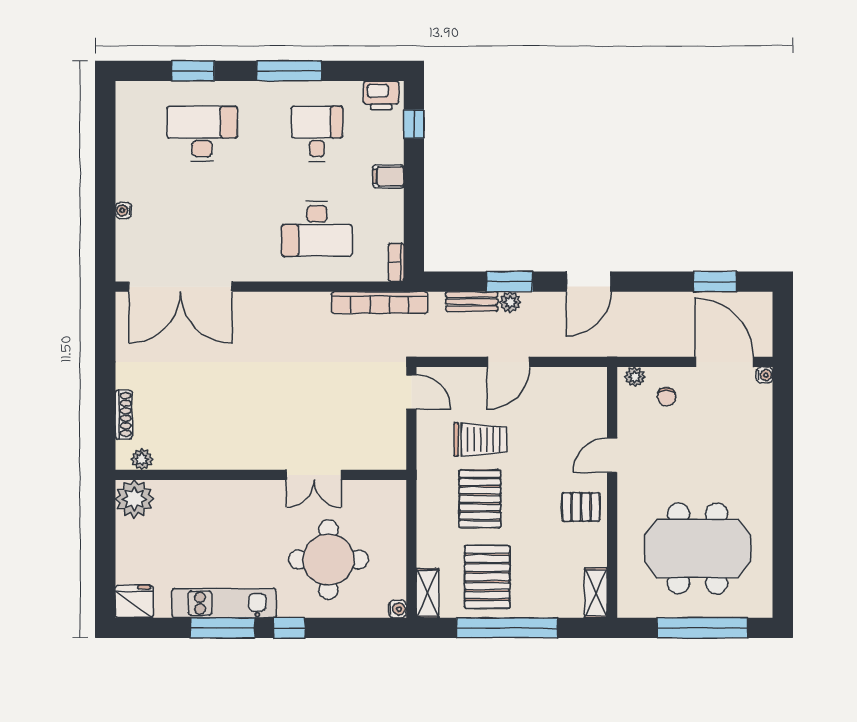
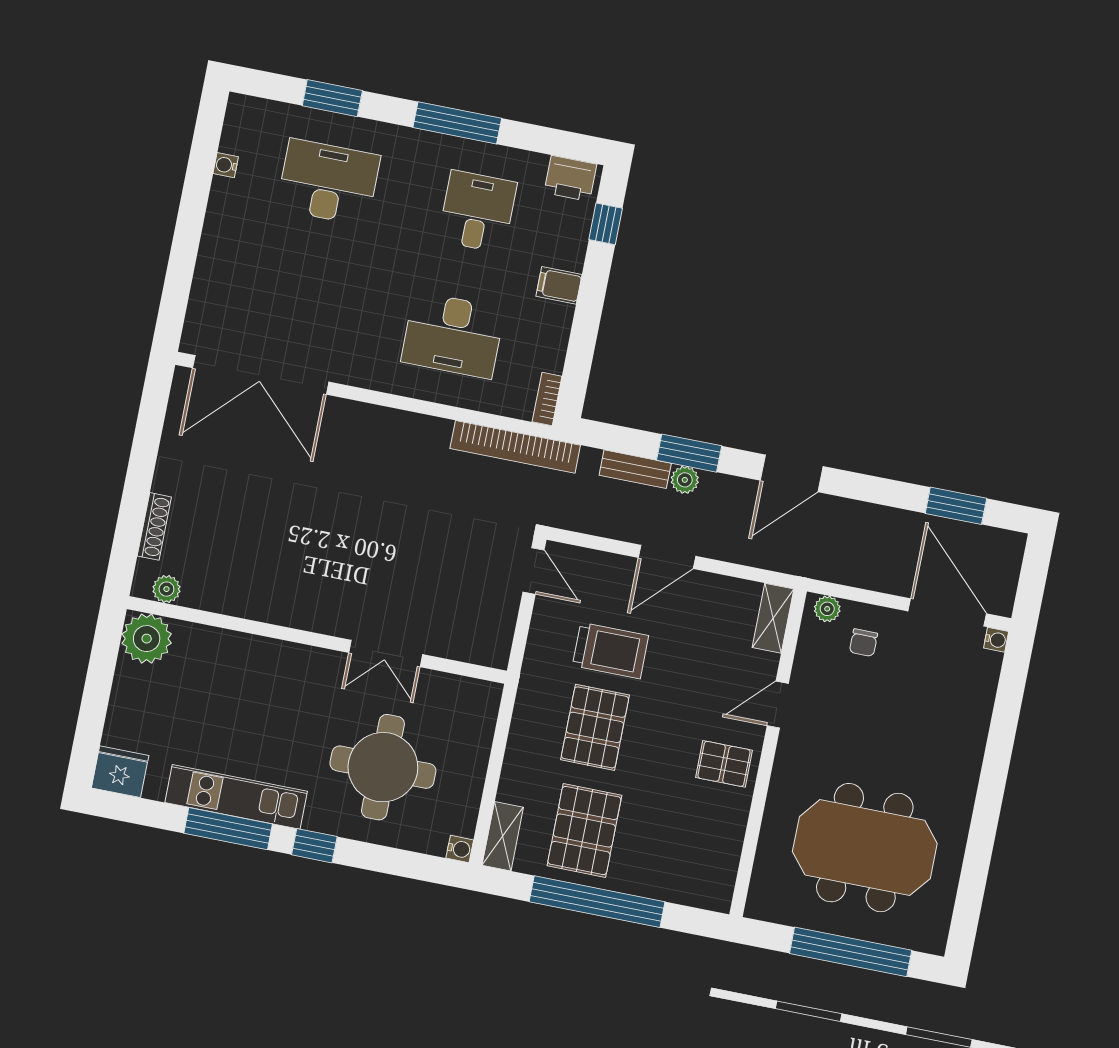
water cooler: (123, 210) -> (226, 165), moved
shelving: (596, 593) -> (773, 618), moved

